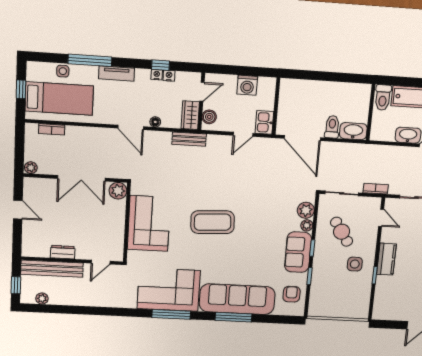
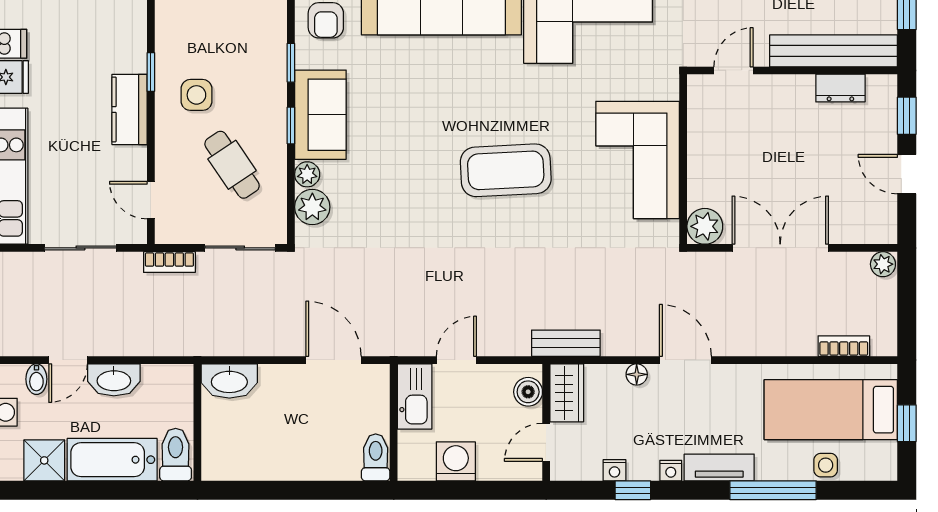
nightstand: (157, 75) -> (671, 471), moved
kitchen sink: (264, 122) -> (415, 396), width x1.38
toilet: (332, 127) -> (376, 457), moved, turned 180
door: (302, 138) -> (334, 360), width x0.73
window: (17, 237) -> (907, 116), added
dresser: (63, 252) -> (840, 88), moved

